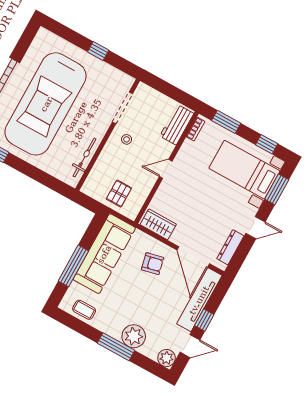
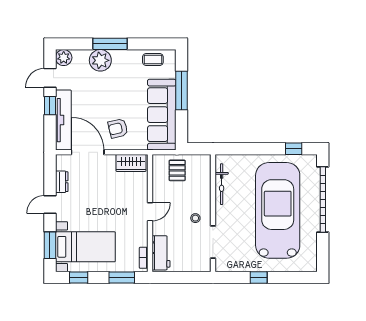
dresser: (230, 247) -> (62, 182), width x0.70

